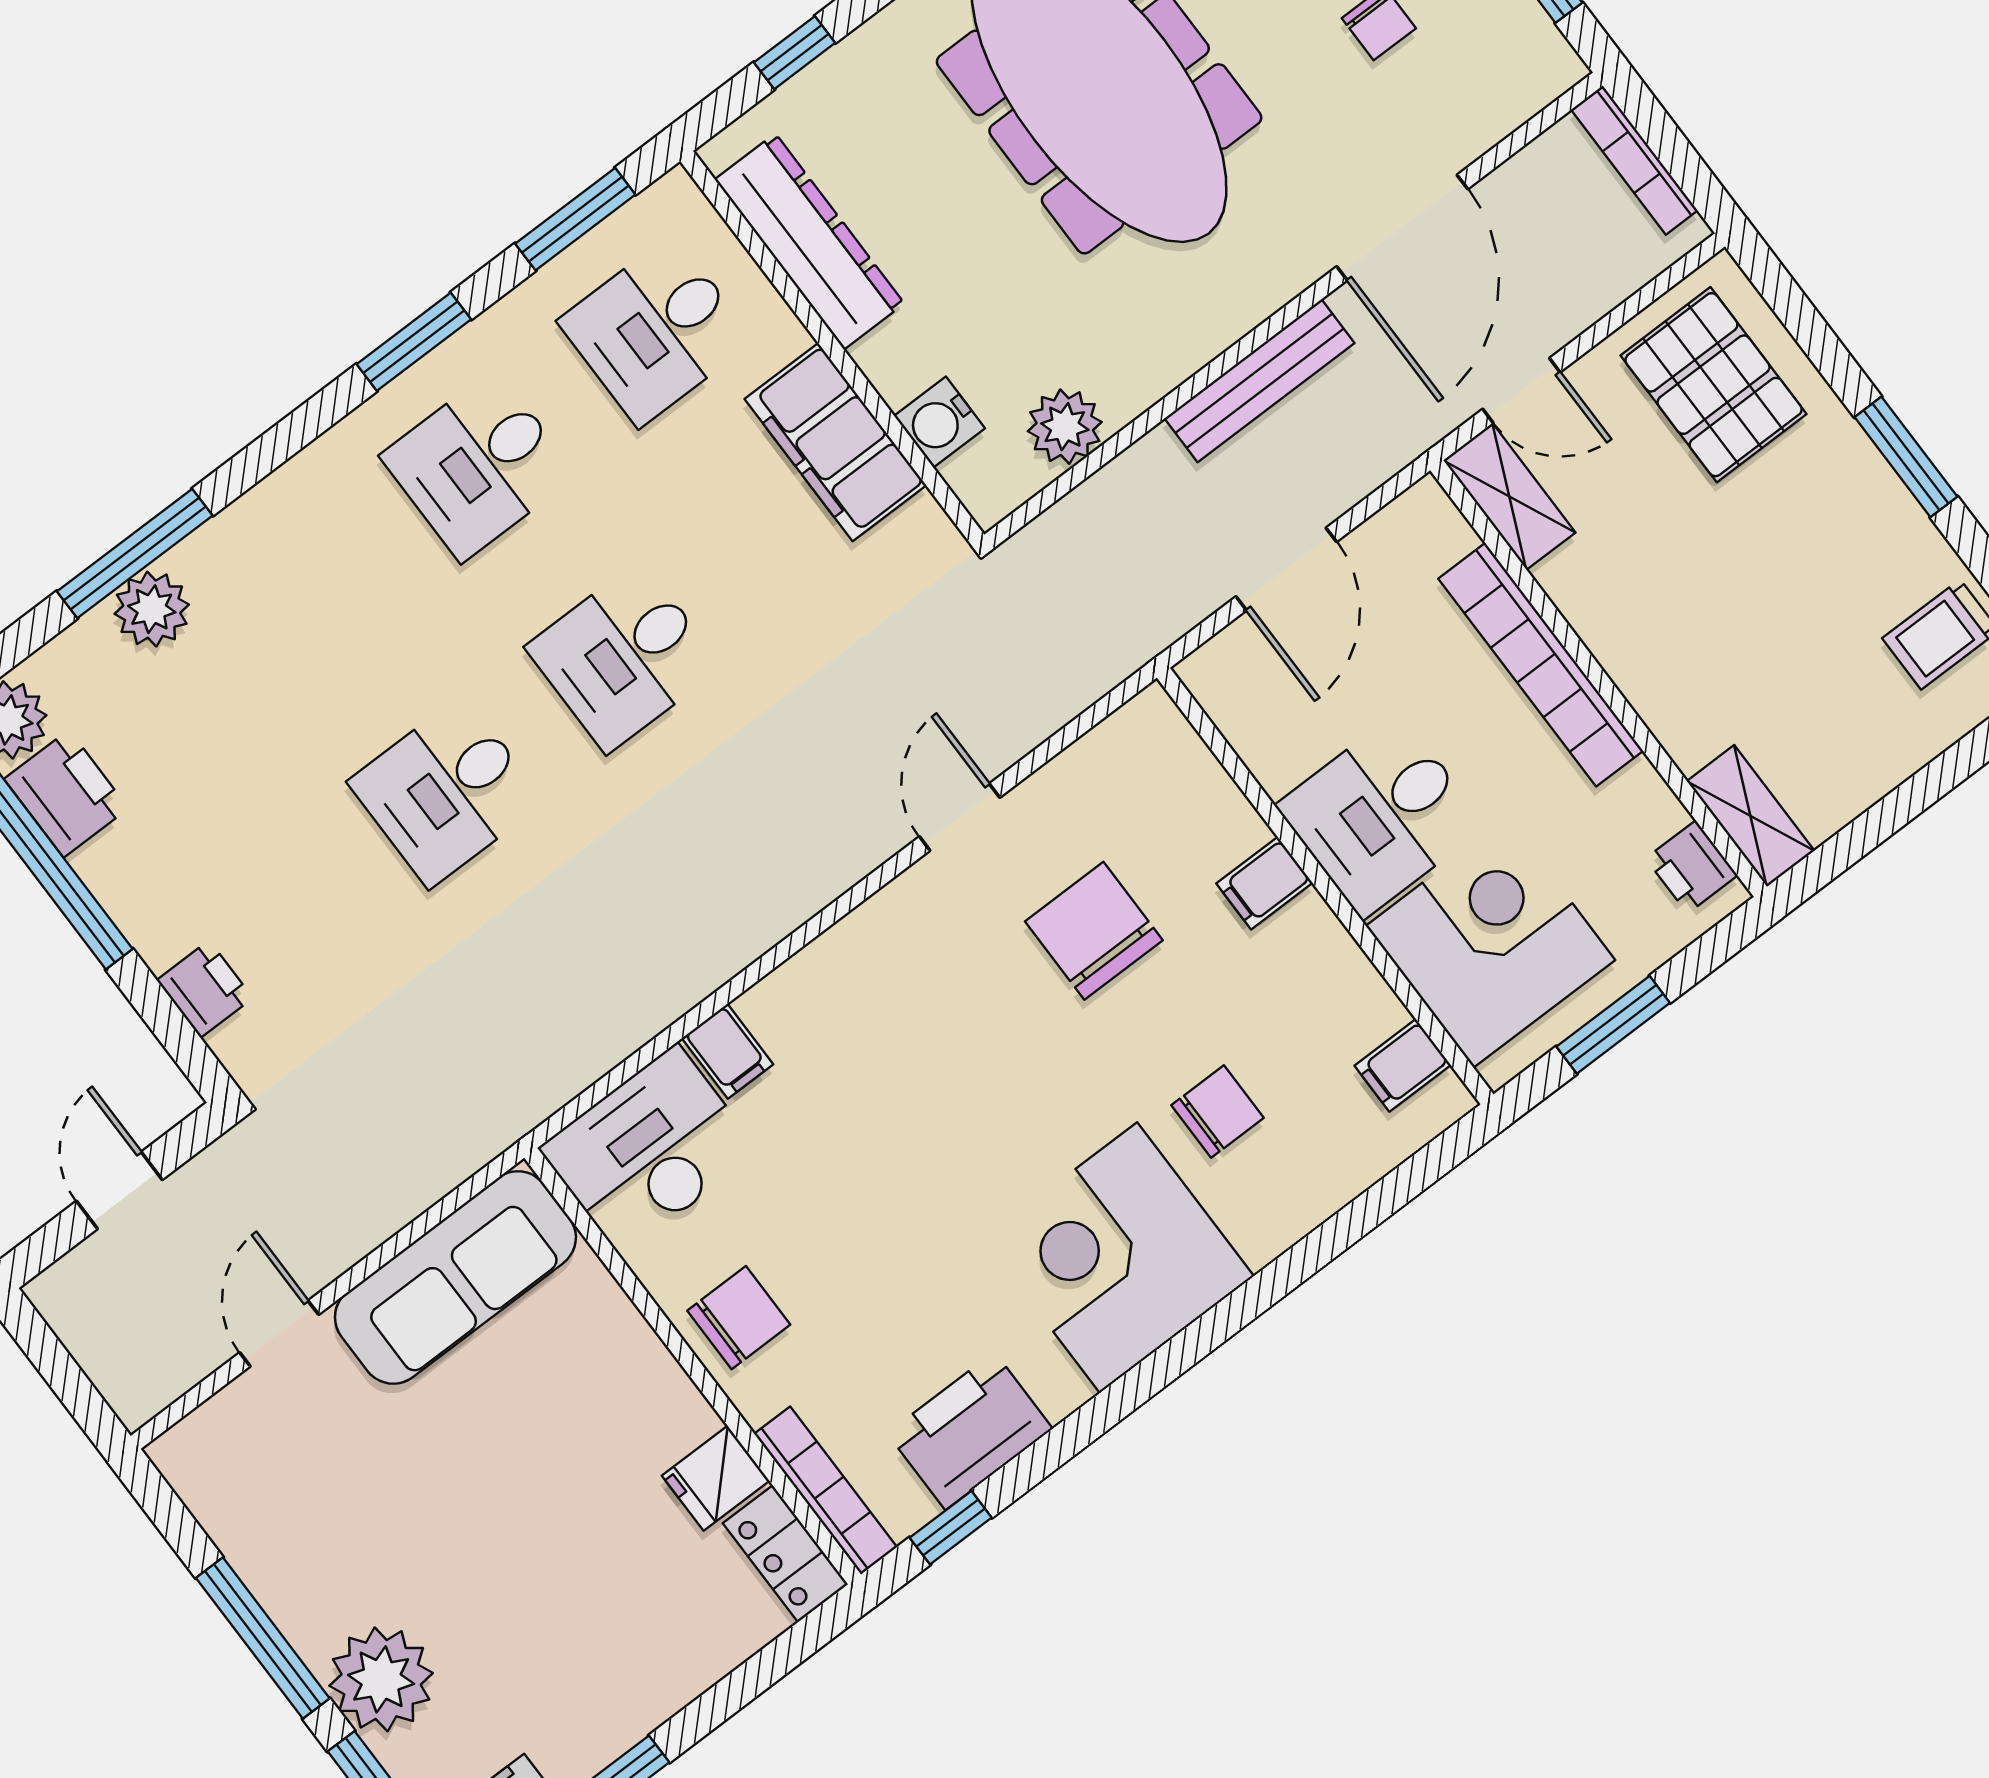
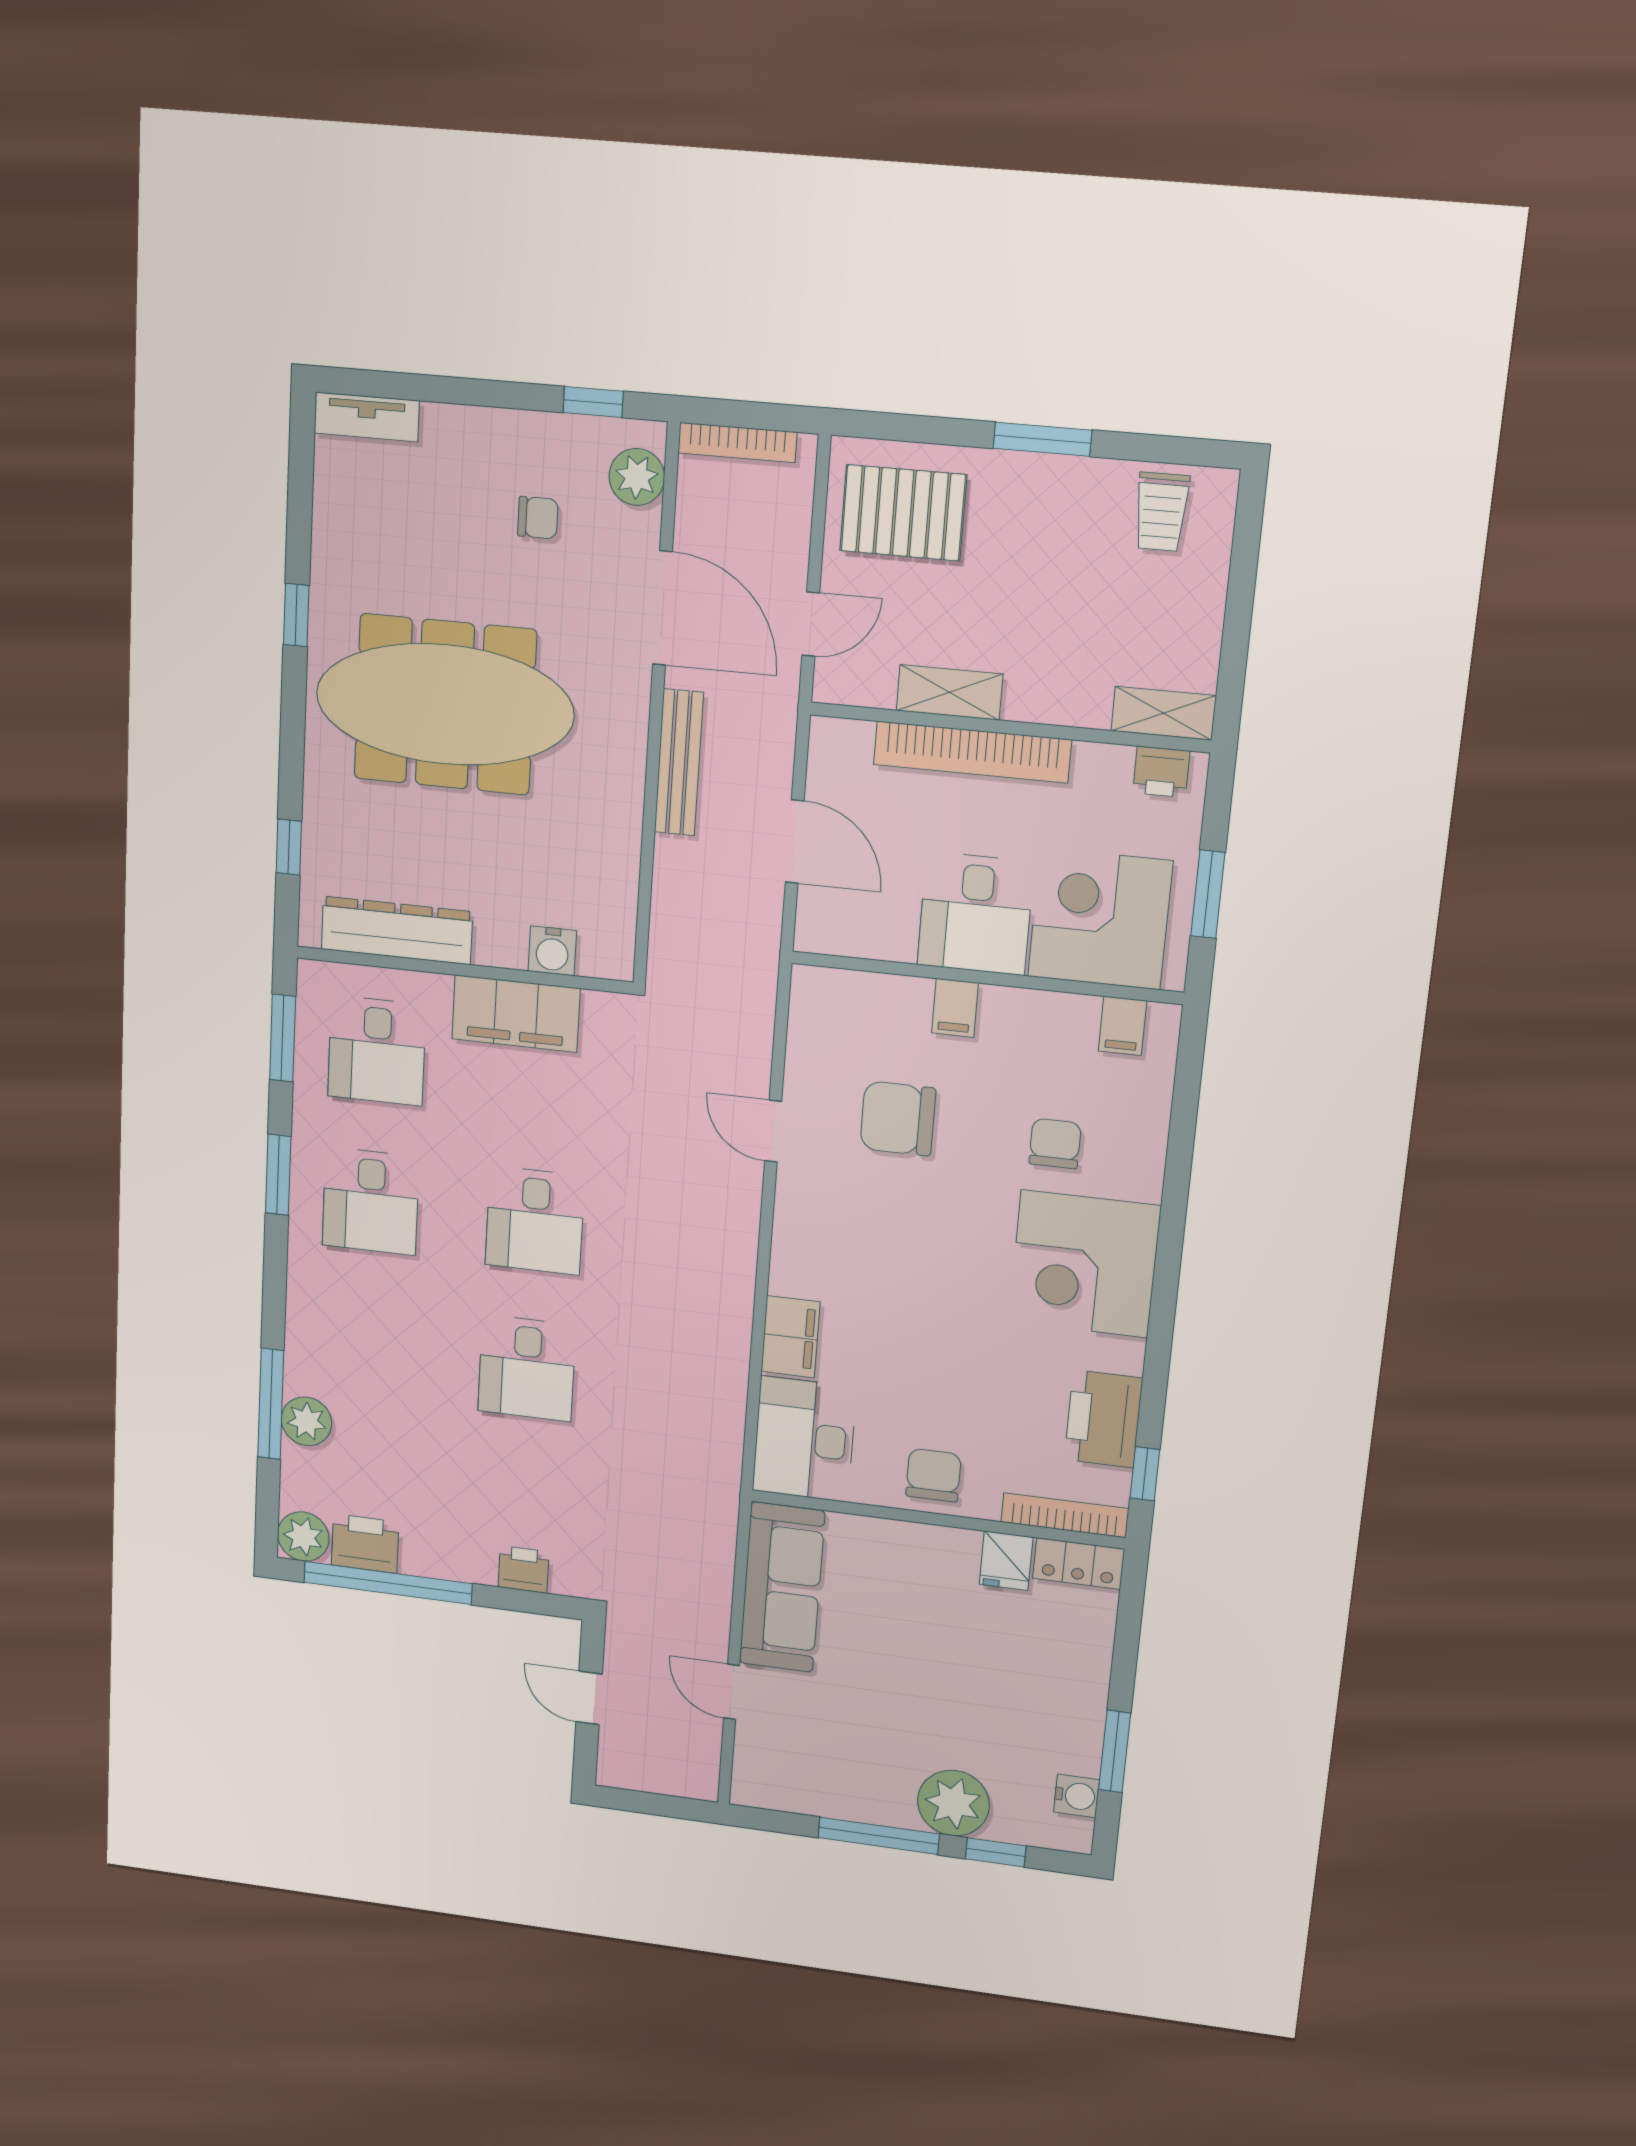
plant: (1065, 427) -> (637, 477), moved
shelving: (1509, 496) -> (949, 692), moved
filing cabinet: (728, 1051) -> (790, 1337), width x2.00

